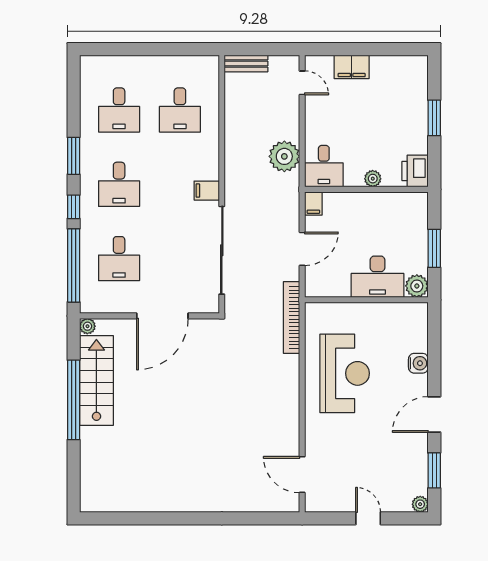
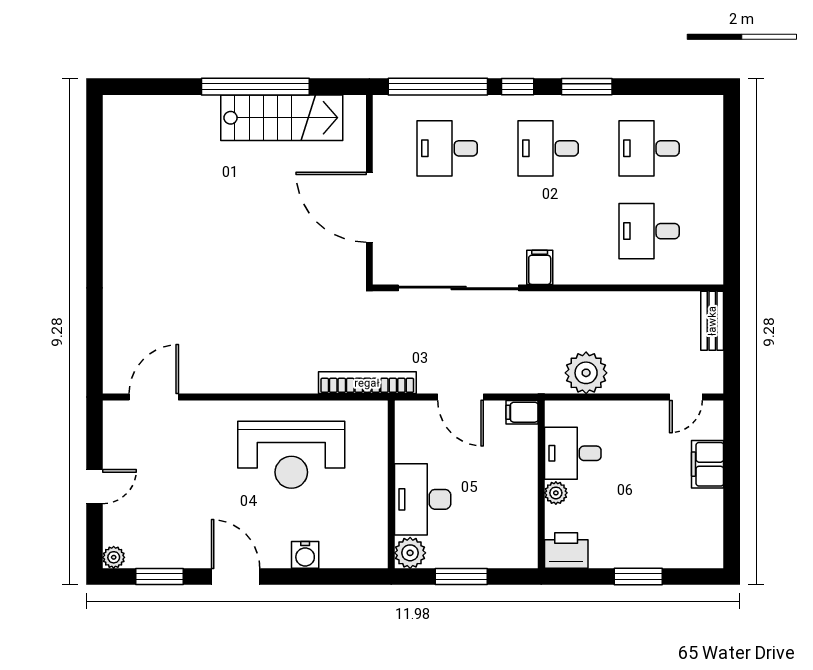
desk: (324, 166) -> (573, 453), moved
plant: (87, 326) -> (355, 106), removed

